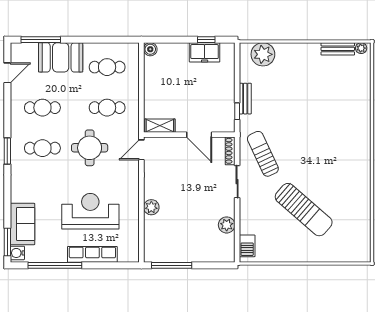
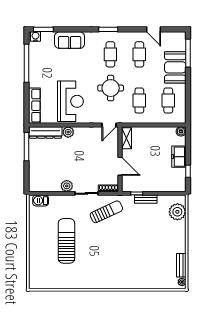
freezer: (205, 52) -> (179, 157), moved
door: (7, 73) -> (154, 29), moved
door: (199, 135) -> (120, 166), swing flipped
door: (141, 150) -> (109, 125), swing flipped
sun lounger: (304, 210) -> (66, 241), turned 139
reception desk: (90, 211) -> (70, 101), moved
sofa: (22, 224) -> (70, 40), moved
plant: (227, 225) -> (67, 186), moved
dresser: (152, 239) -> (45, 132), added
row of seats: (92, 254) -> (34, 106), moved

